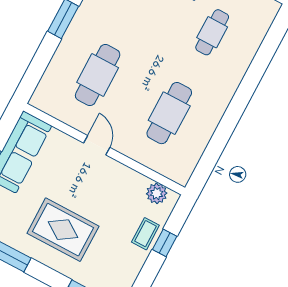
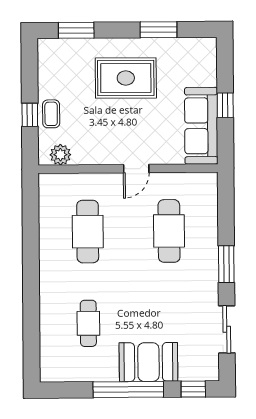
door: (97, 145) -> (136, 169), hinge flipped

